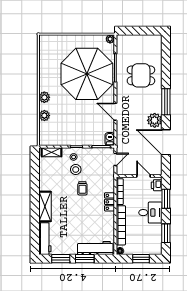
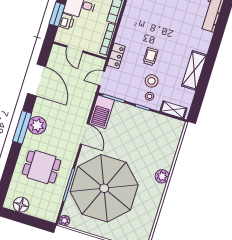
floor lamp: (148, 41) -> (21, 205), added
plant: (44, 116) -> (169, 155), removed
plant: (155, 120) -> (37, 125), moved
barbecue: (110, 139) -> (102, 112), width x1.88, depth x1.53
printer: (157, 185) -> (67, 22), moved
locker: (110, 202) -> (116, 56), moved
shelving: (45, 206) -> (194, 70), moved

